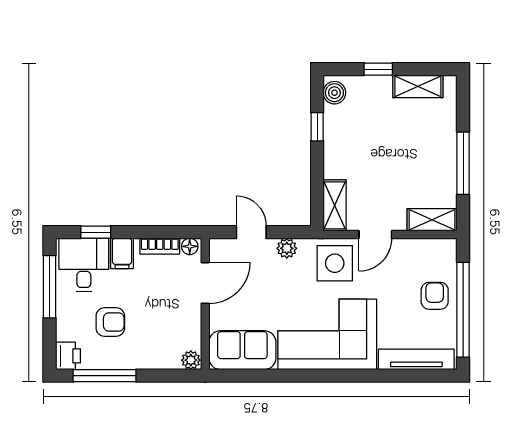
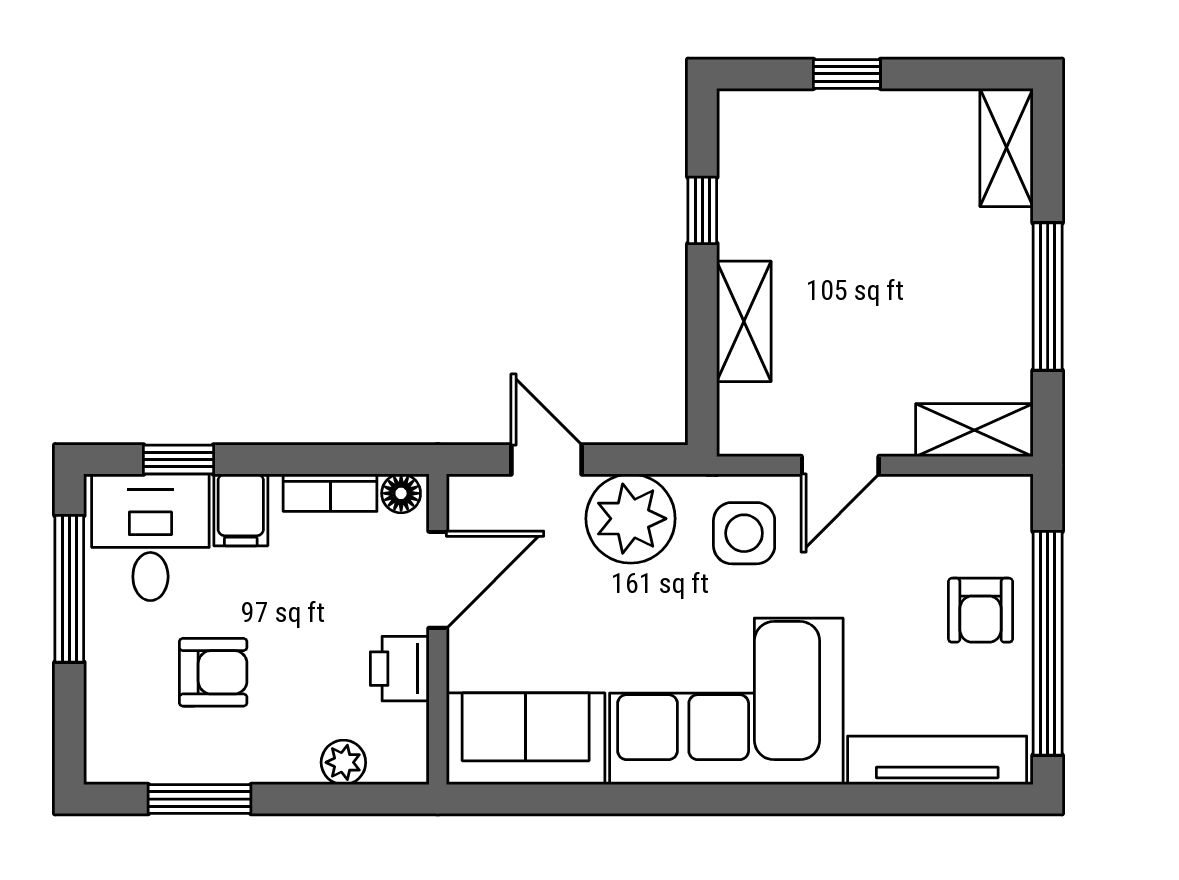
shelving: (418, 86) -> (1007, 148), moved, turned 90
boiler: (334, 93) -> (743, 130), removed
shelving: (335, 205) -> (744, 321), moved
plant: (287, 248) -> (631, 519), width x1.87, depth x1.87
side table: (335, 263) -> (744, 533), width x0.73, depth x0.73
armchair: (435, 296) -> (981, 610), turned 180
printer: (68, 356) -> (400, 669), moved, turned 180
plant: (191, 360) -> (343, 762), moved
window: (105, 376) -> (200, 799), width x0.69

